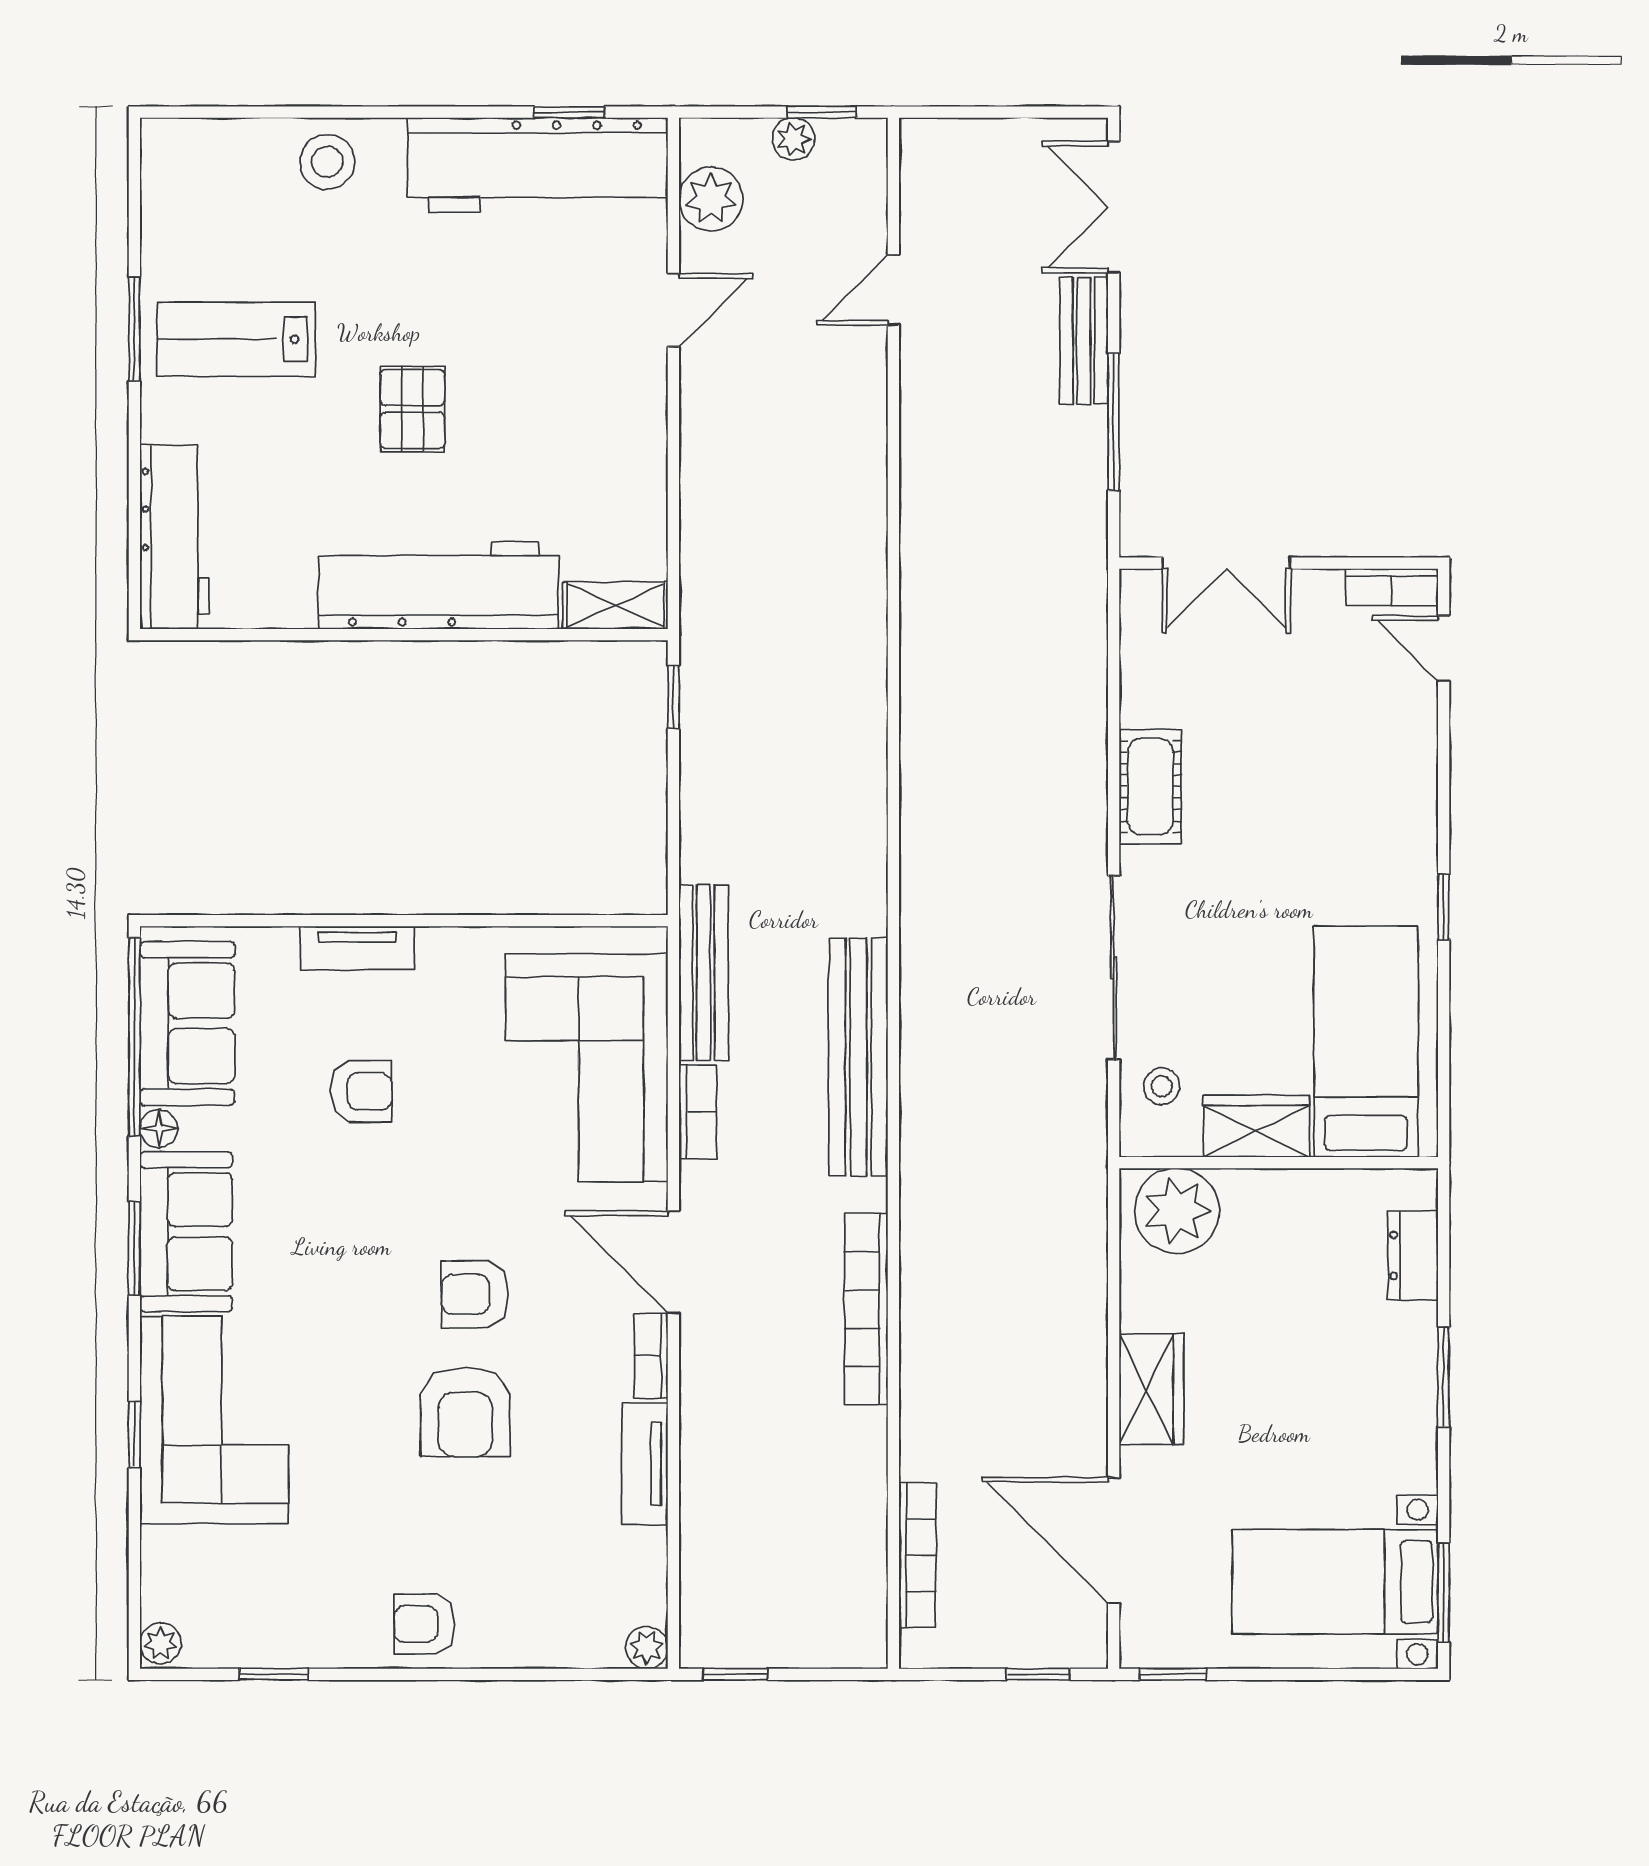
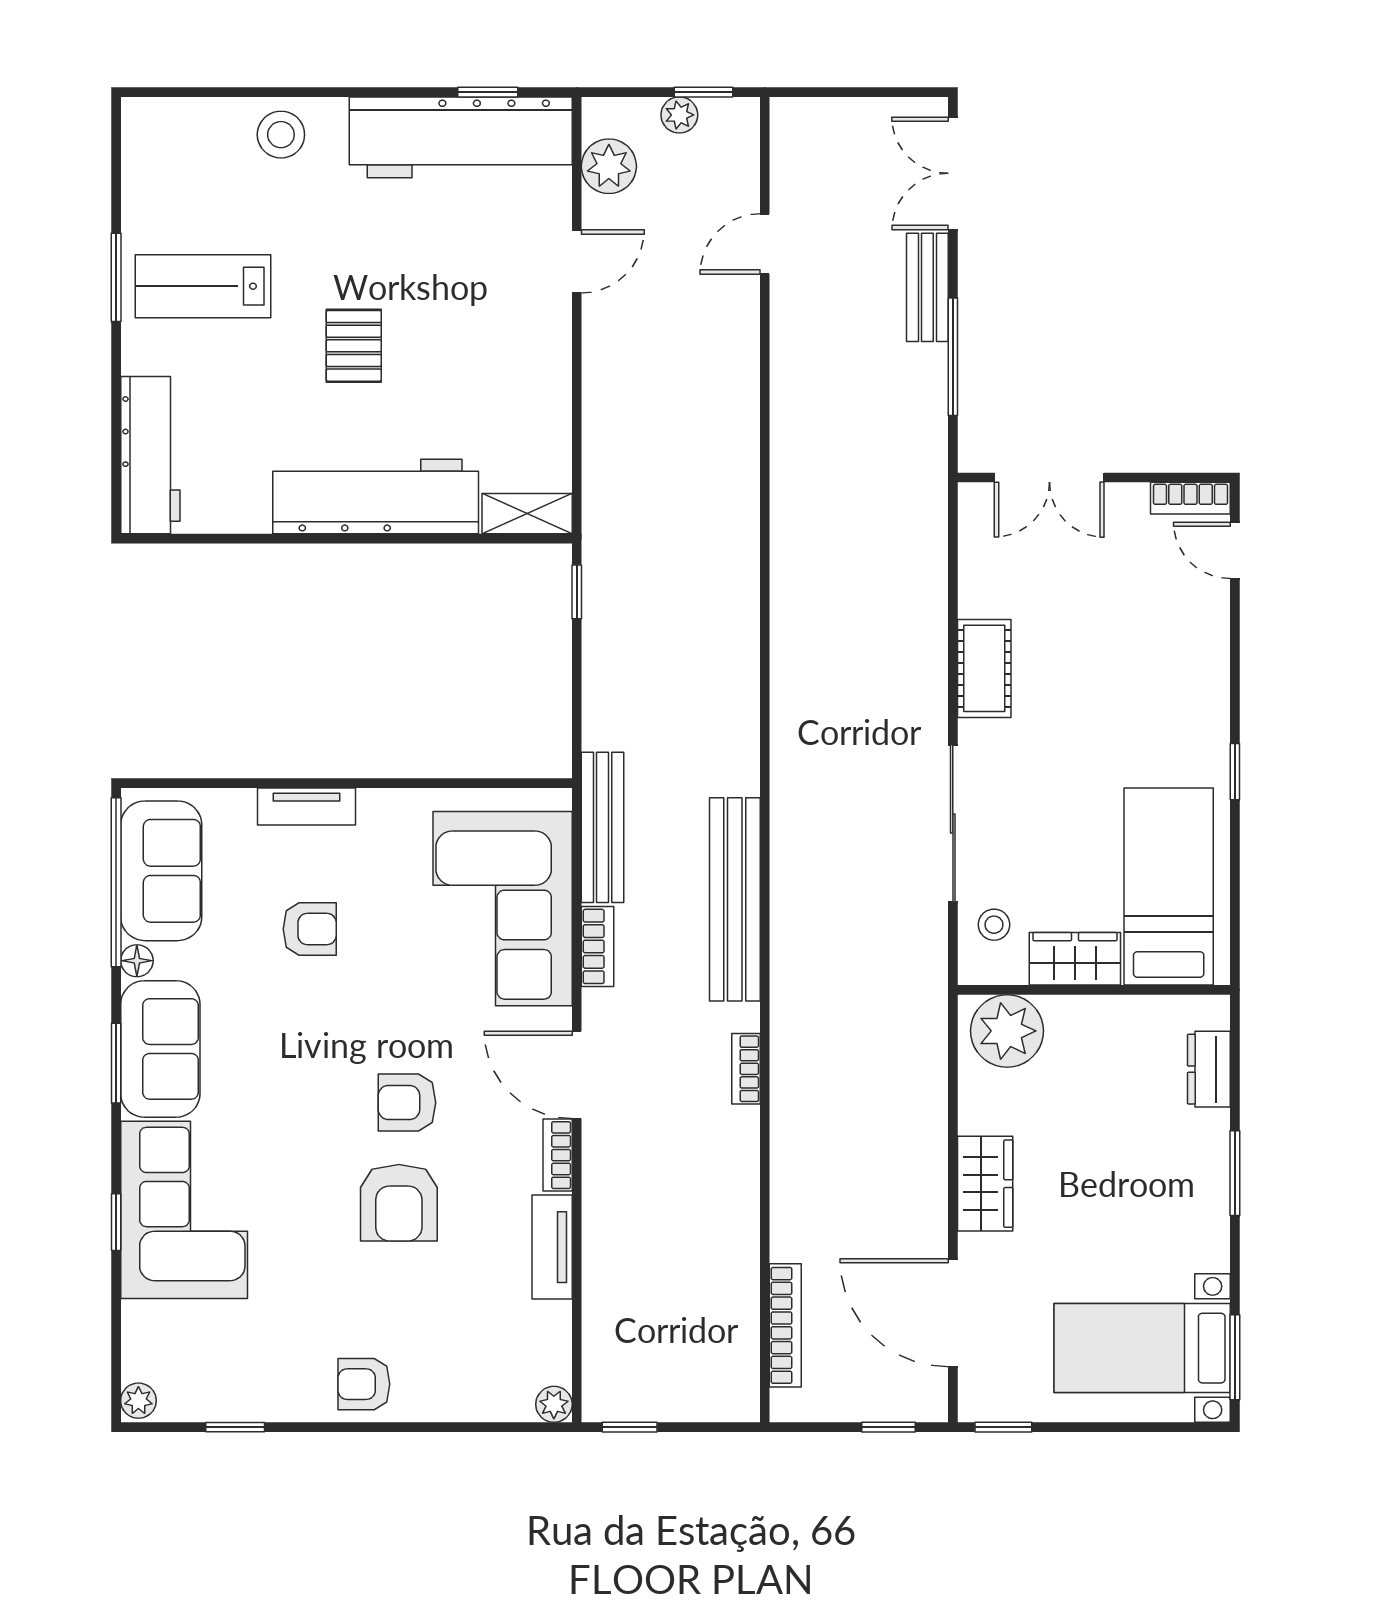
bookcase: (866, 1309) -> (746, 1069), width x0.43, depth x0.76

